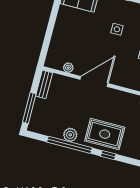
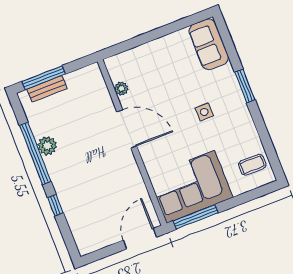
bench: (44, 84) -> (47, 89), moved
rug: (105, 134) -> (76, 184), removed

